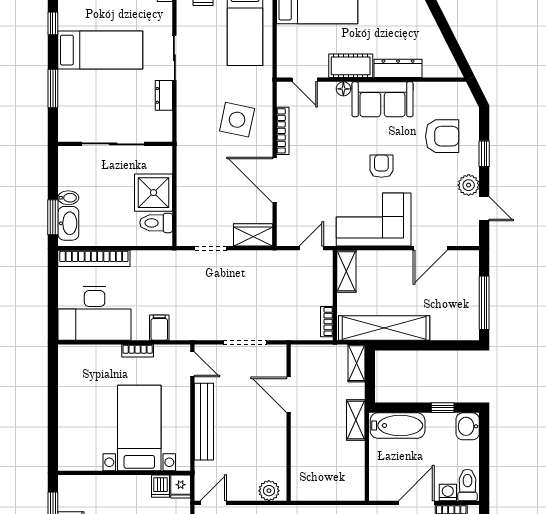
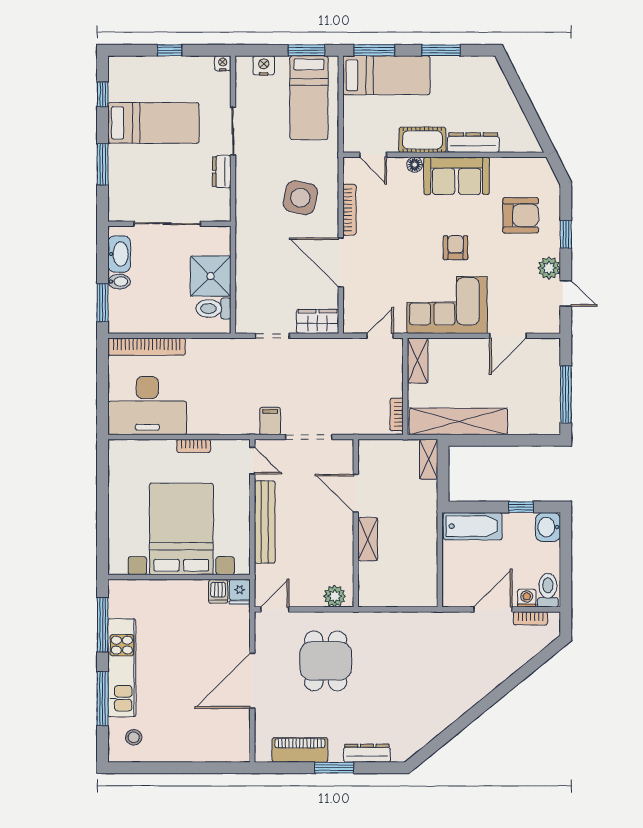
washbasin: (68, 223) -> (119, 254), moved
filing cabinet: (159, 328) -> (270, 421), moved
shelving: (356, 420) -> (368, 539), moved
bed with nightstands: (139, 428) -> (181, 529), width x1.36

